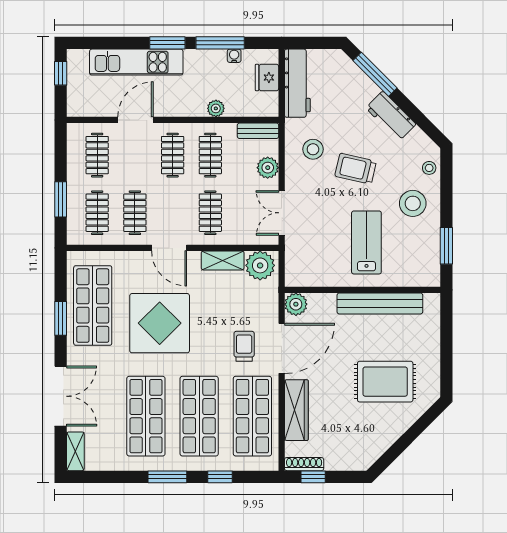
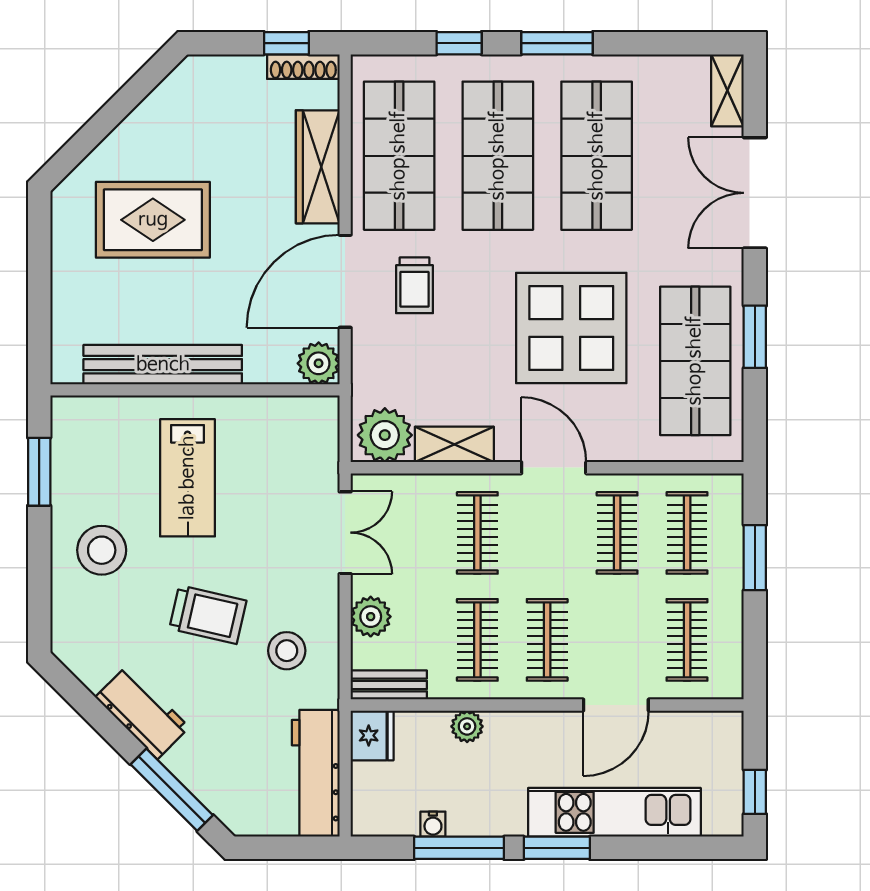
fridge: (267, 78) -> (372, 735), moved
stool: (429, 168) -> (71, 616), removed

